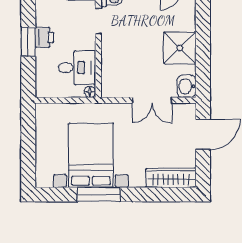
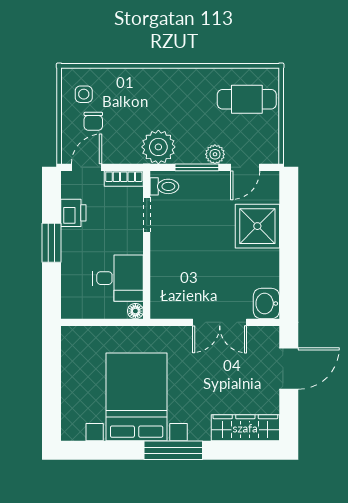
printer: (44, 37) -> (73, 213), moved
shower: (180, 48) -> (257, 226), moved
window: (99, 194) -> (173, 450), moved

